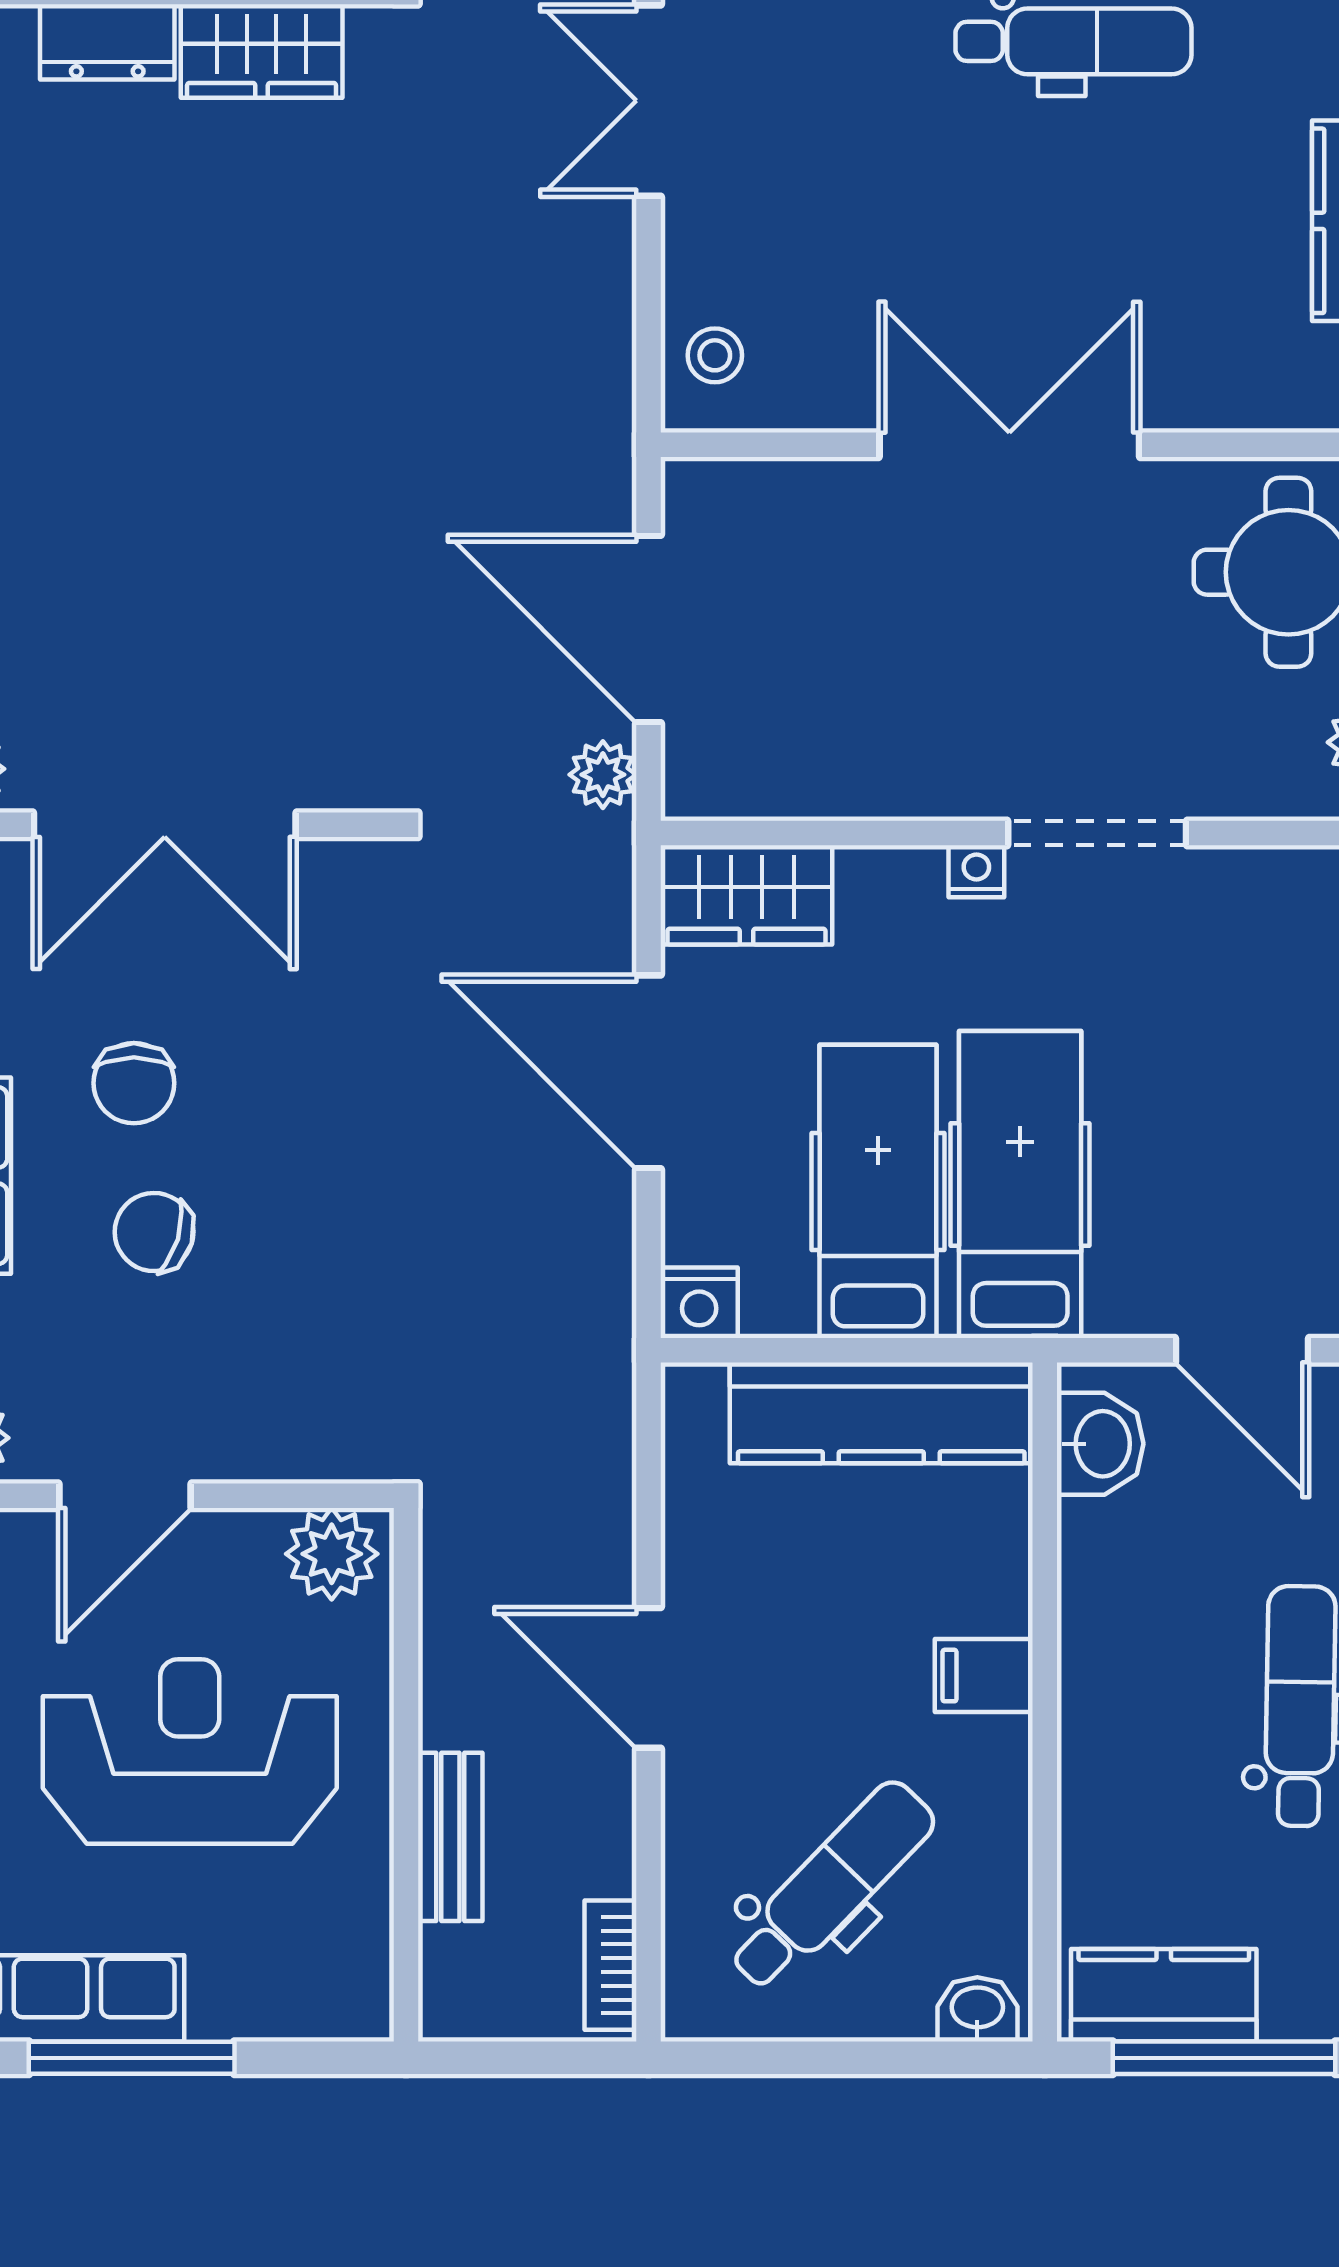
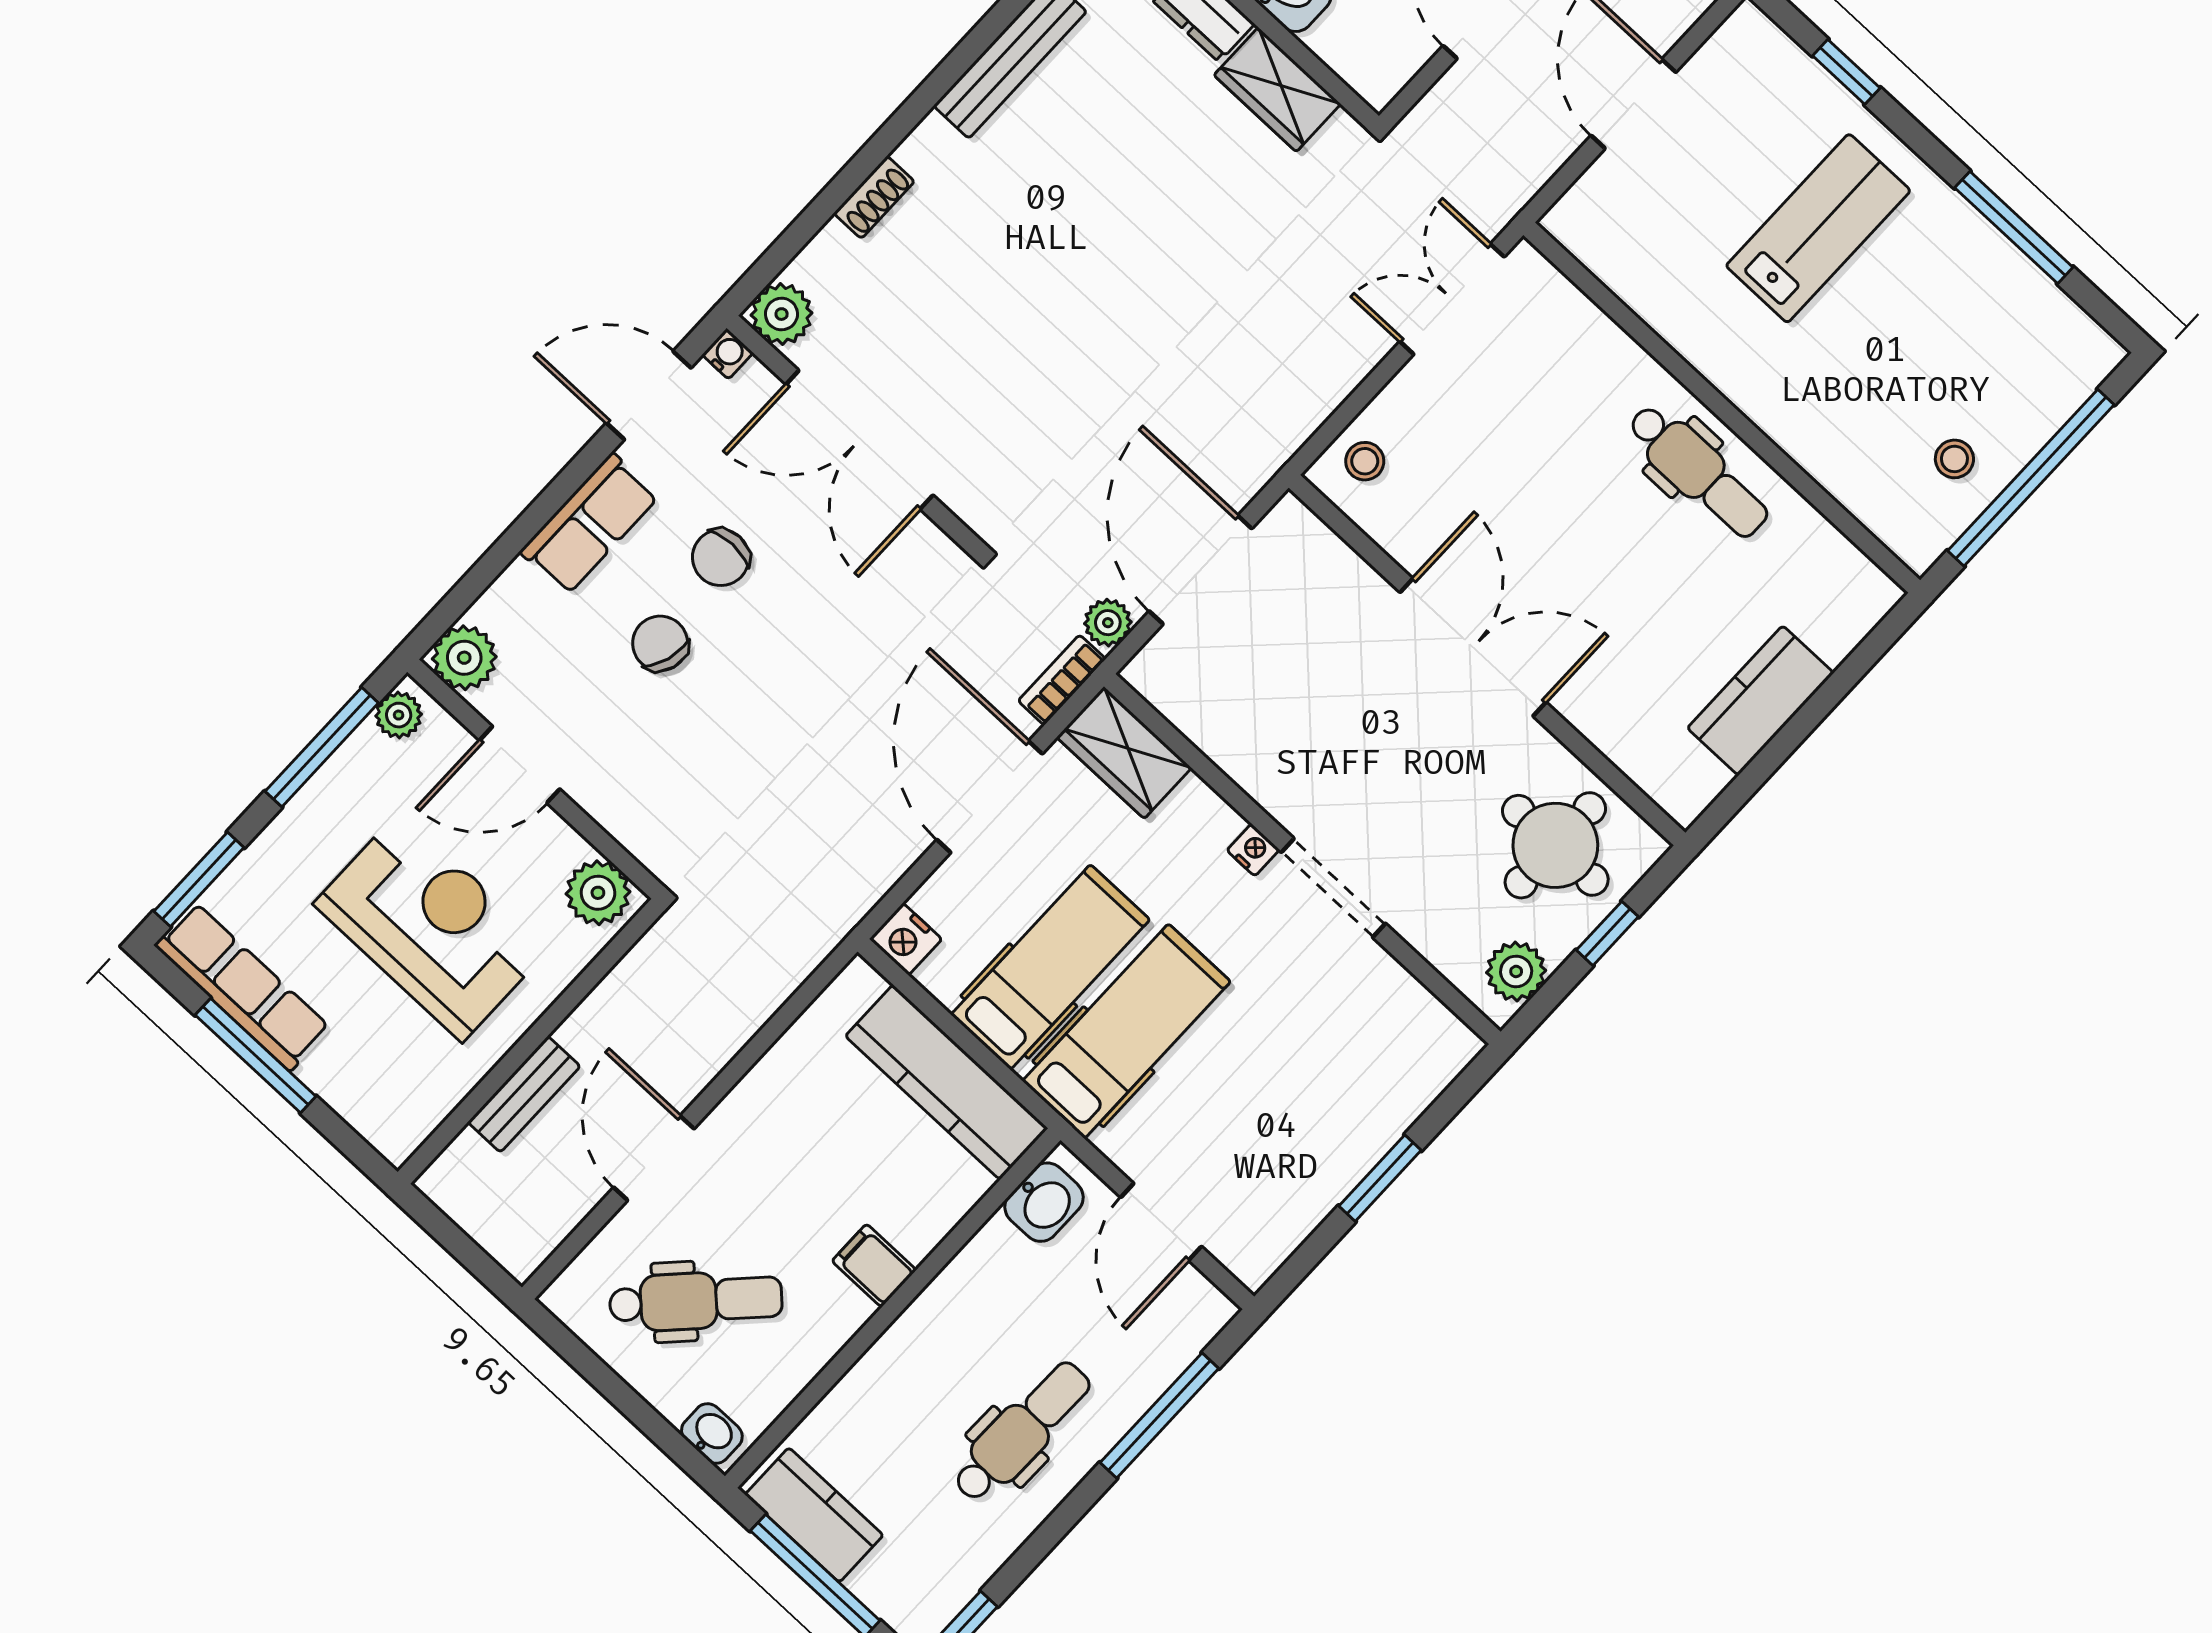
door: (649, 1678) -> (654, 1158), moved
bookcase: (610, 1965) -> (1062, 680), moved

